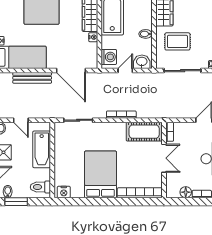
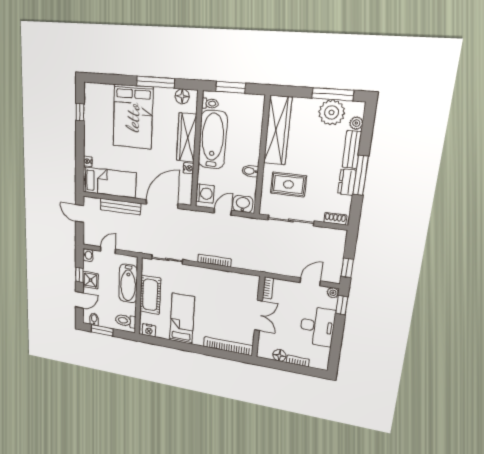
door: (71, 71) -> (162, 204), swing flipped
door: (21, 120) -> (108, 250), swing flipped
cot: (144, 132) -> (150, 295), moved, turned 90
bed: (101, 174) -> (182, 319), width x0.67

